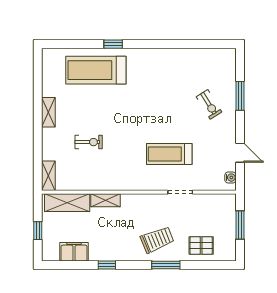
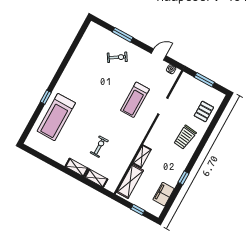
shelving: (48, 112) -> (77, 167), moved
shelving: (48, 176) -> (96, 178), moved
trolley: (157, 240) -> (185, 137), turned -151
window: (166, 265) -> (204, 141), removed

